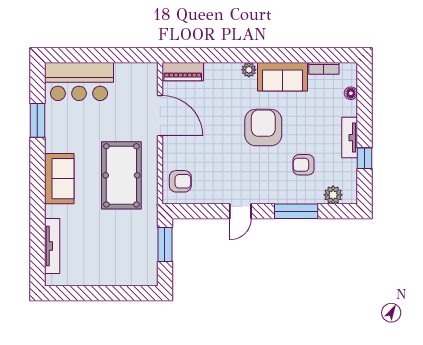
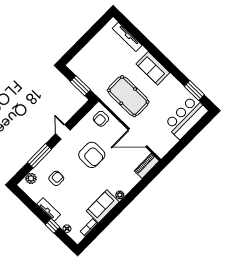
window: (37, 120) -> (194, 91), moved
armchair: (263, 128) -> (92, 155), moved
window: (364, 158) -> (52, 226), moved

